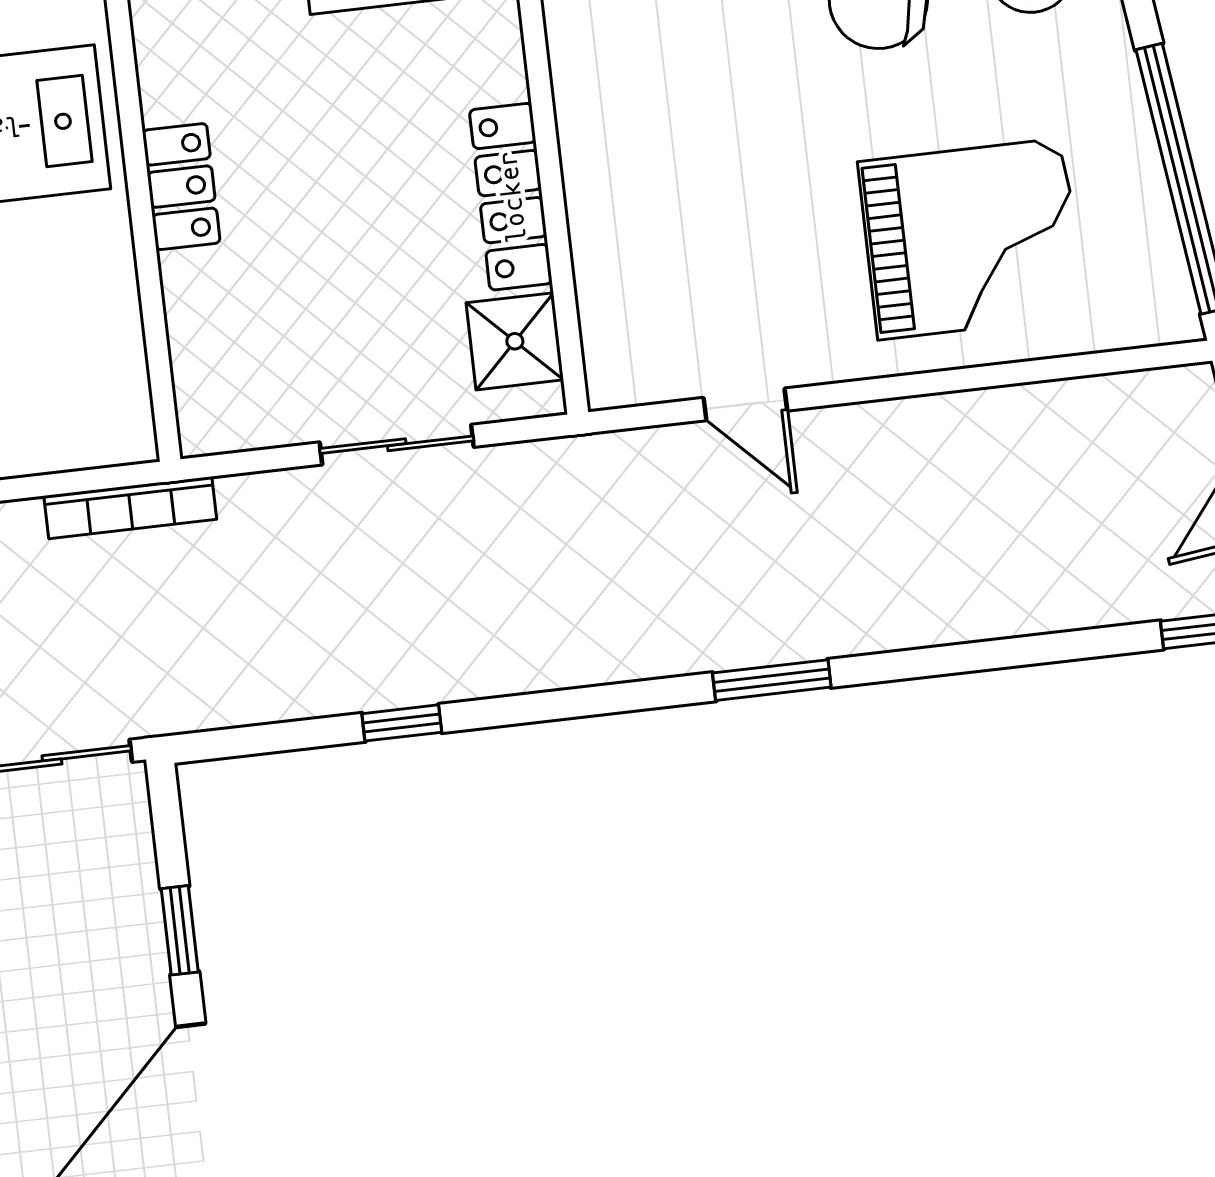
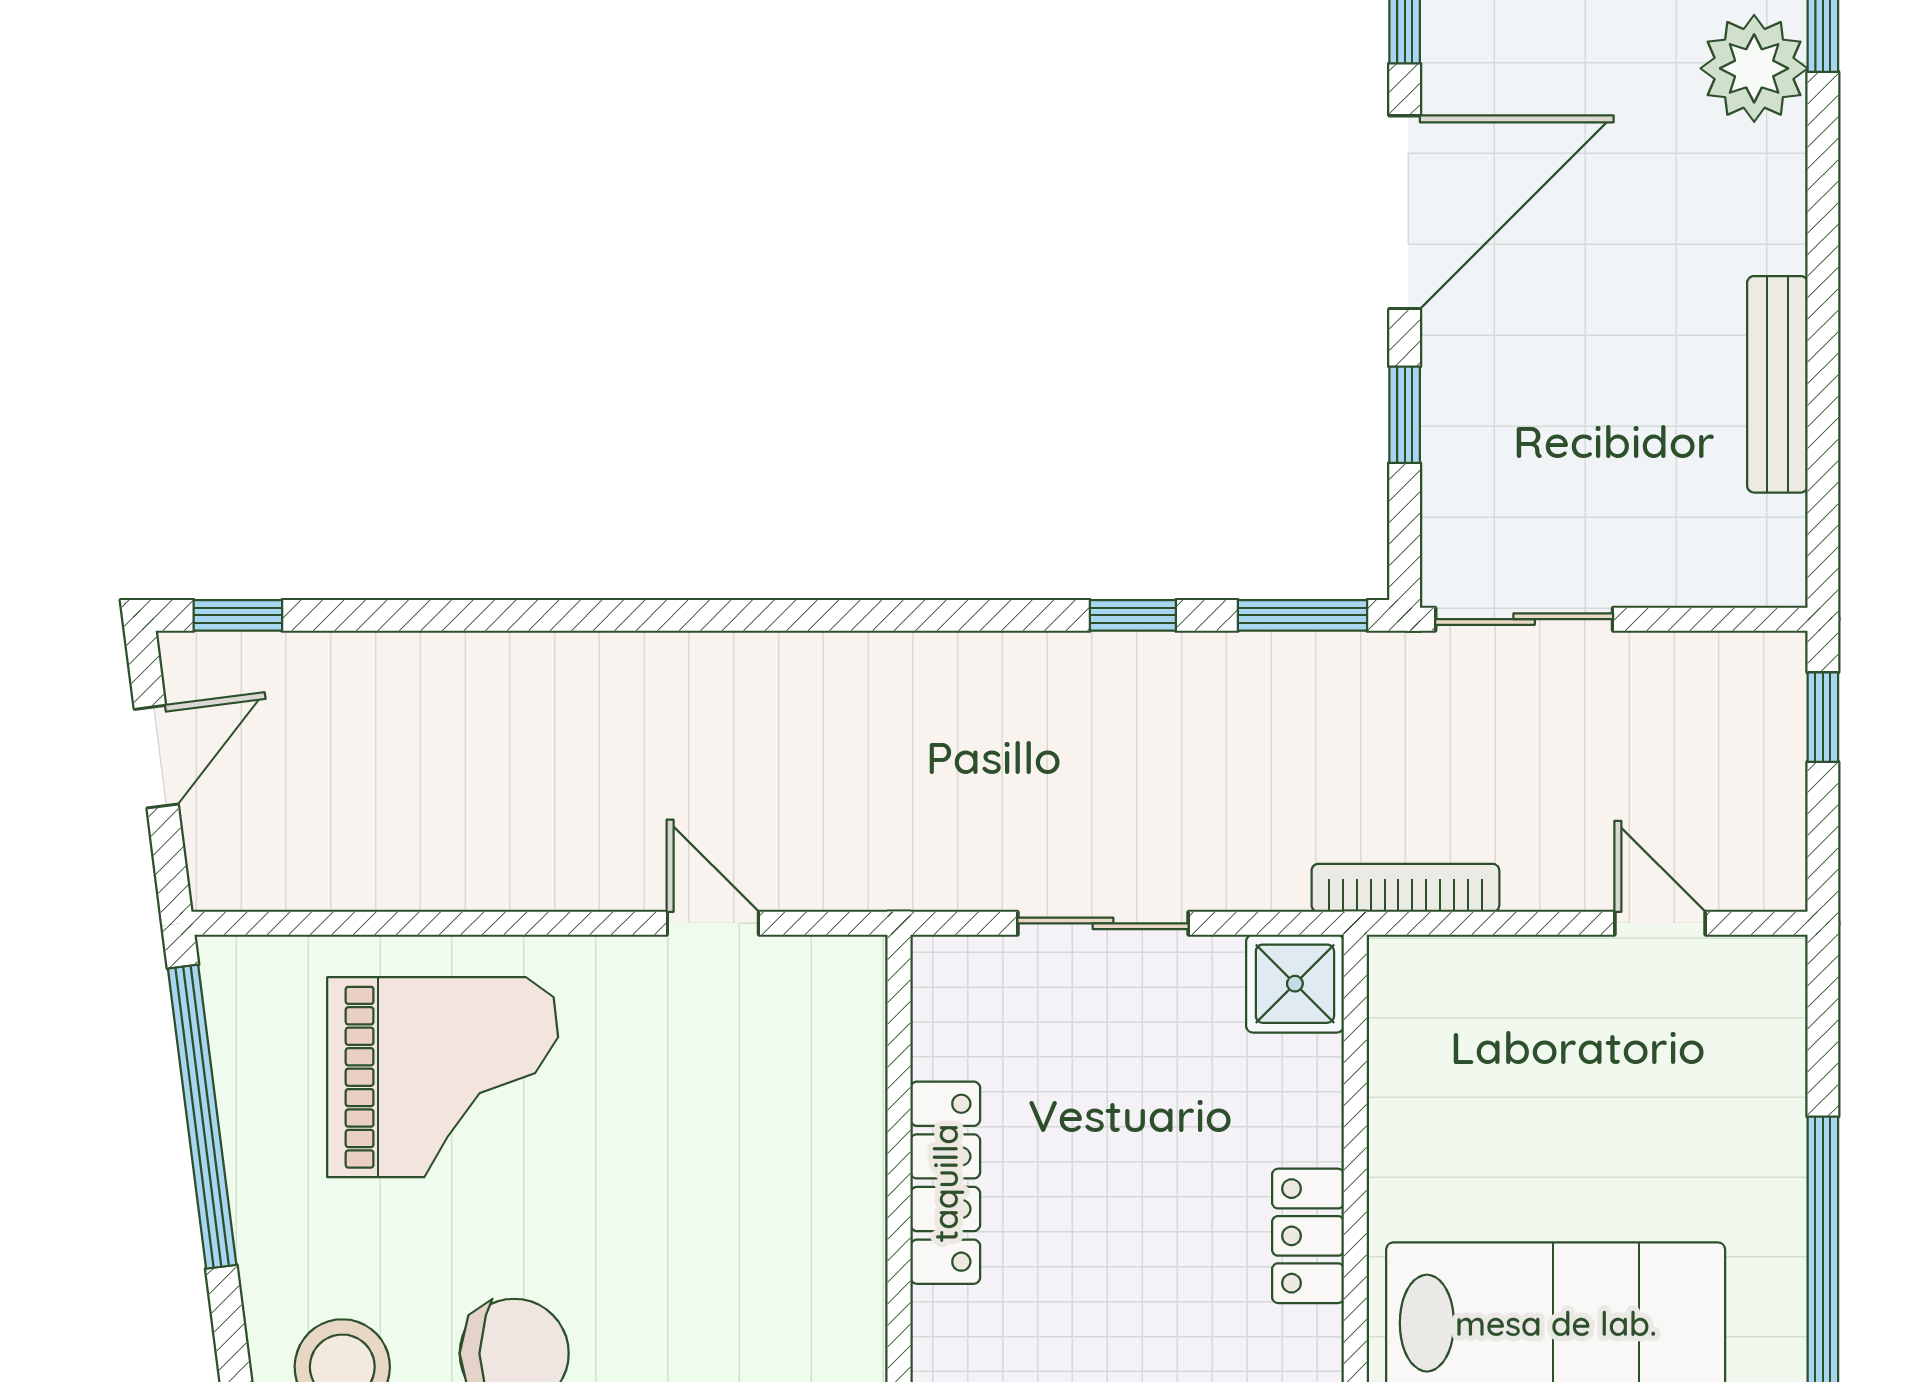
grand piano: (971, 239) -> (443, 1077), turned 180
shower: (515, 341) -> (1295, 984), moved
window: (772, 680) -> (1302, 615), moved

